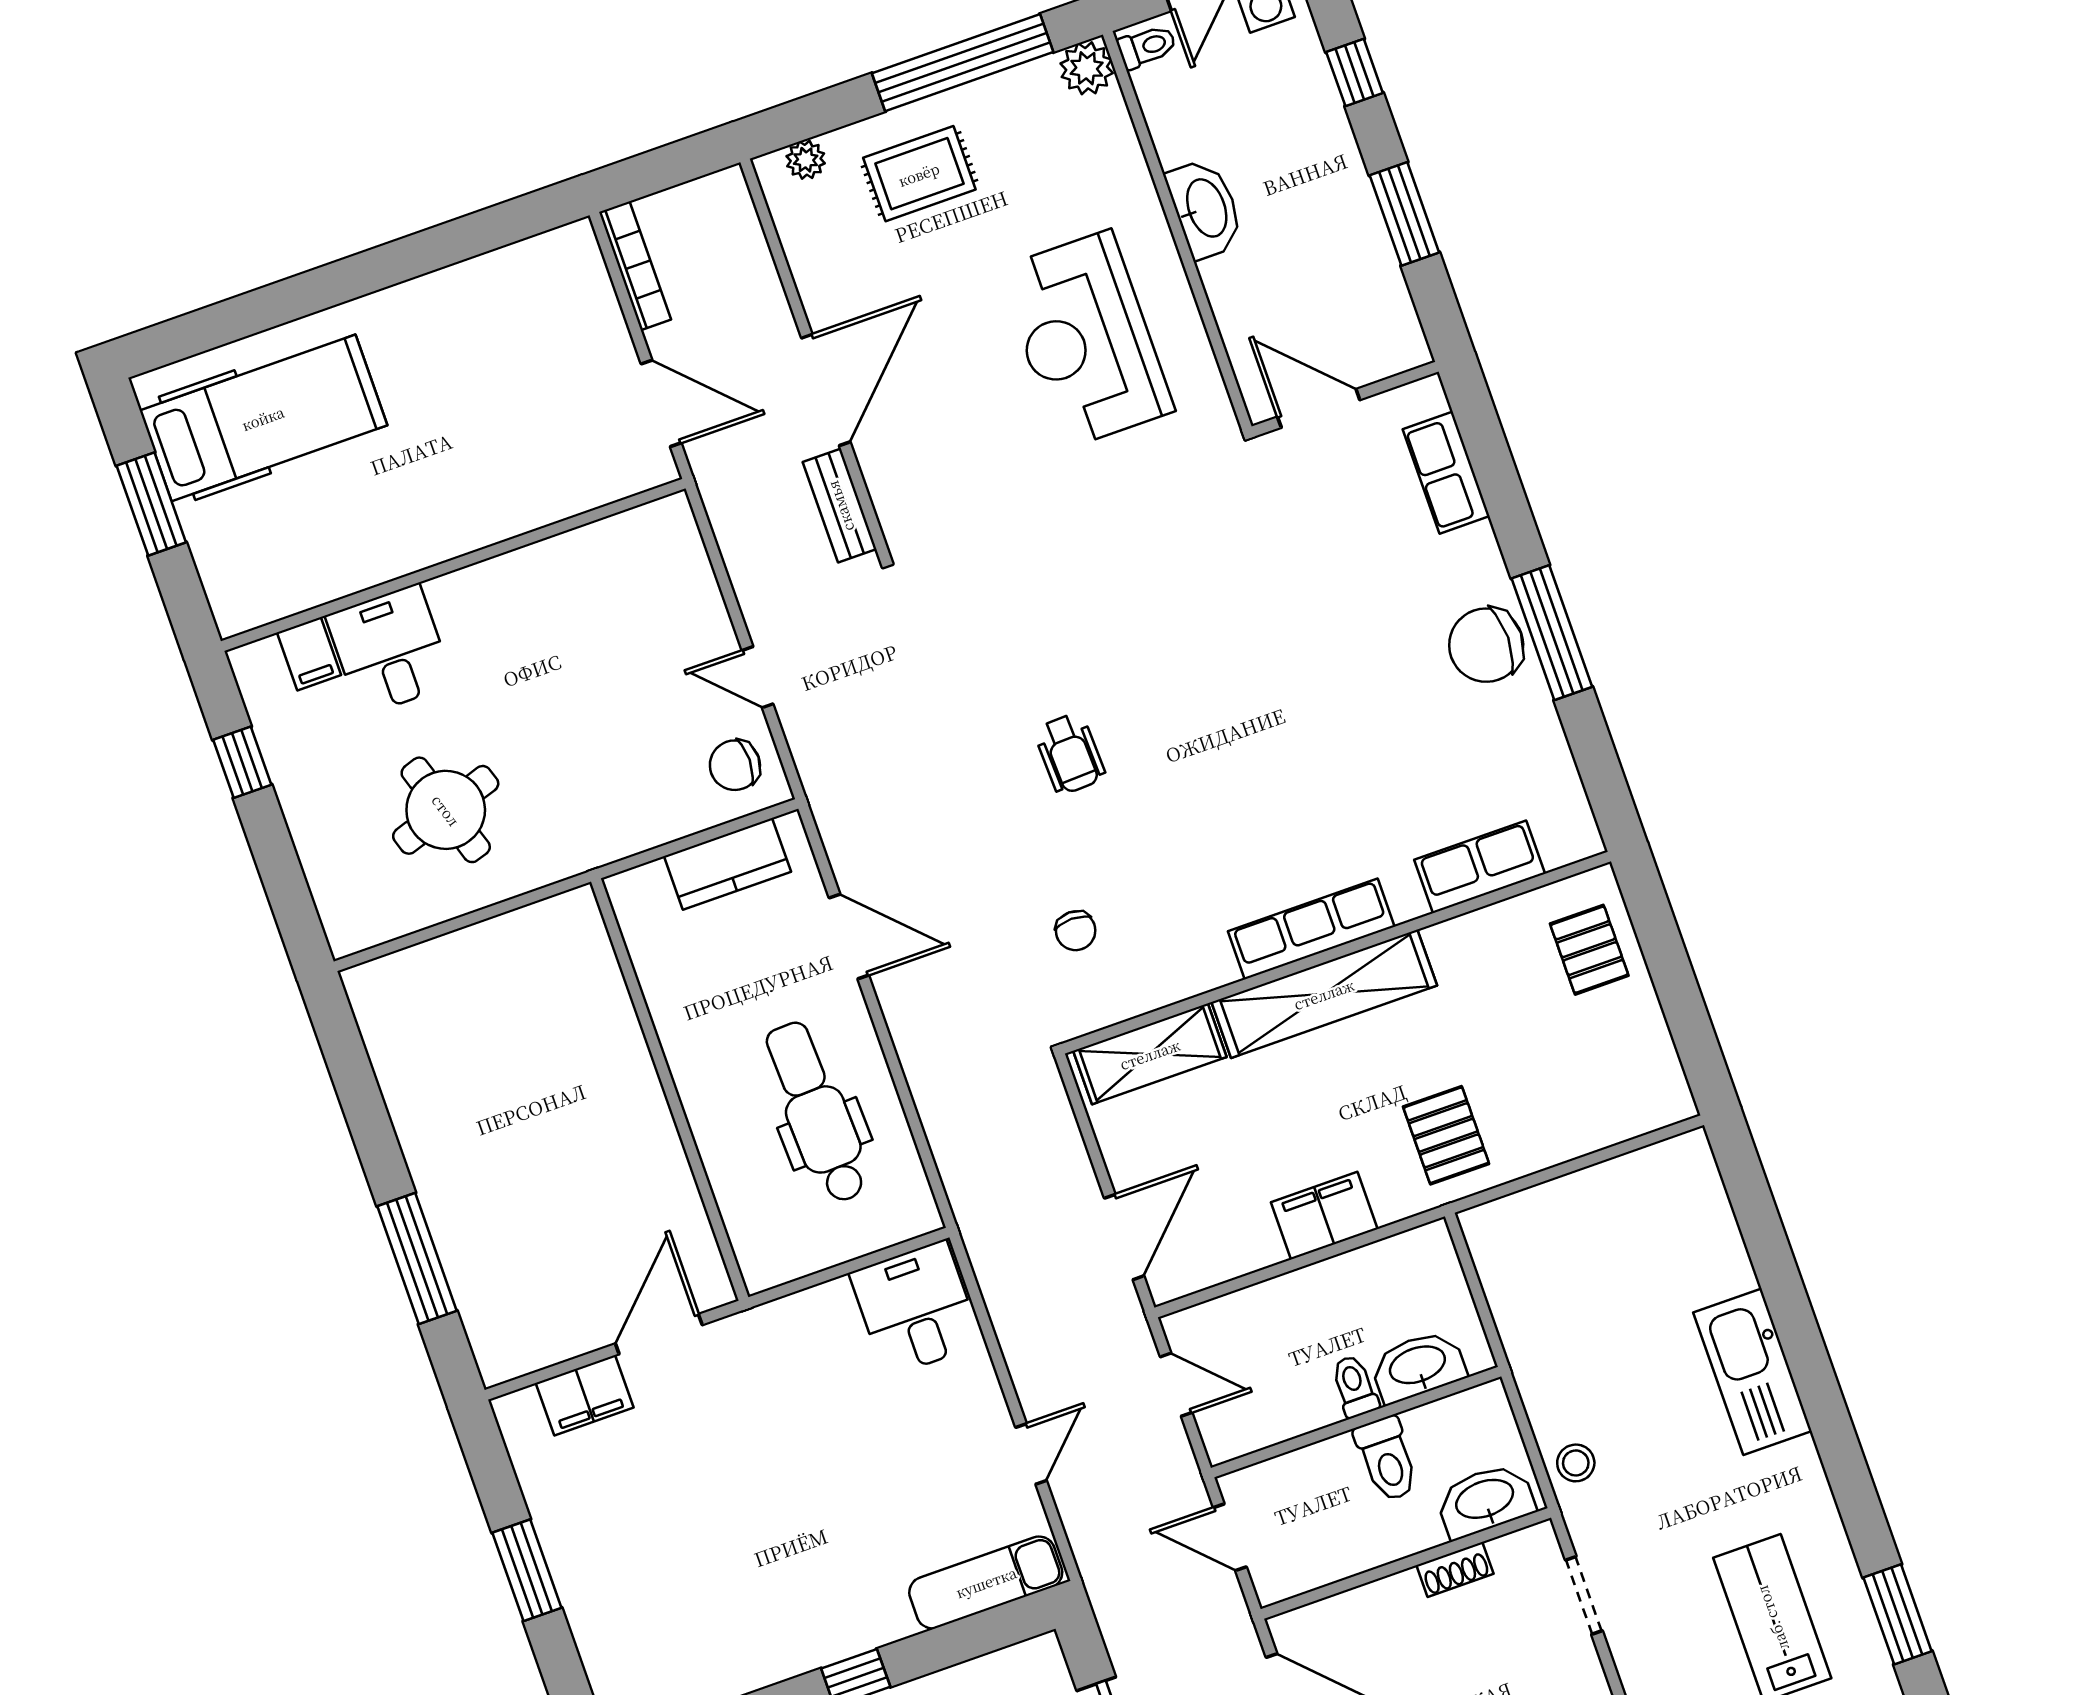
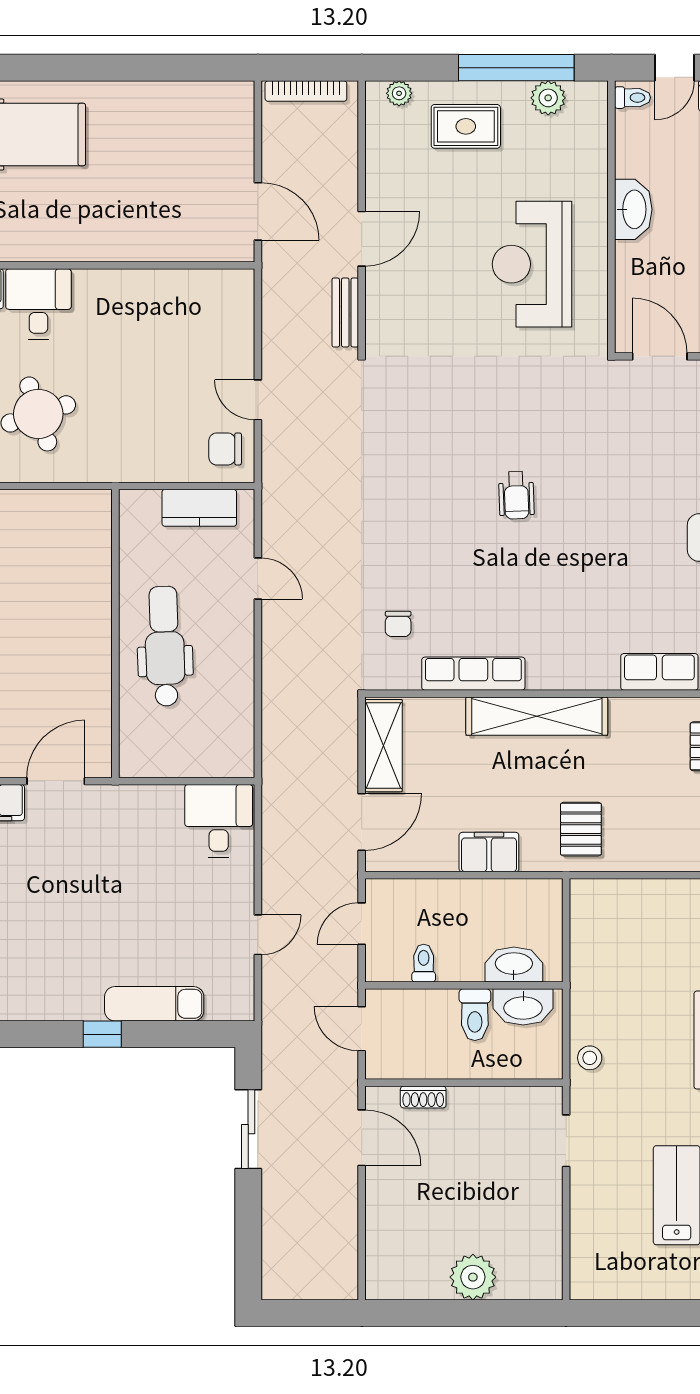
plant: (1087, 68) -> (548, 98), moved
bookcase: (635, 266) -> (306, 91), moved, turned 90
door: (826, 390) -> (362, 239), width x0.73
wheelchair: (1070, 754) -> (516, 495), moved
row of seats: (1311, 929) -> (473, 674), moved
door: (849, 936) -> (258, 578), width x0.73
shelving: (1150, 1054) -> (384, 746), moved, turned 90
dental chair: (817, 1112) -> (165, 646), moved
door: (1176, 1385) -> (362, 924), swing flipped
toilet: (1355, 1386) -> (424, 963), moved
washbasin: (1485, 1500) -> (523, 1007), moved, turned 180
shoe rack: (1455, 1569) -> (423, 1097), moved
exam couch: (986, 1582) -> (154, 1004), moved

